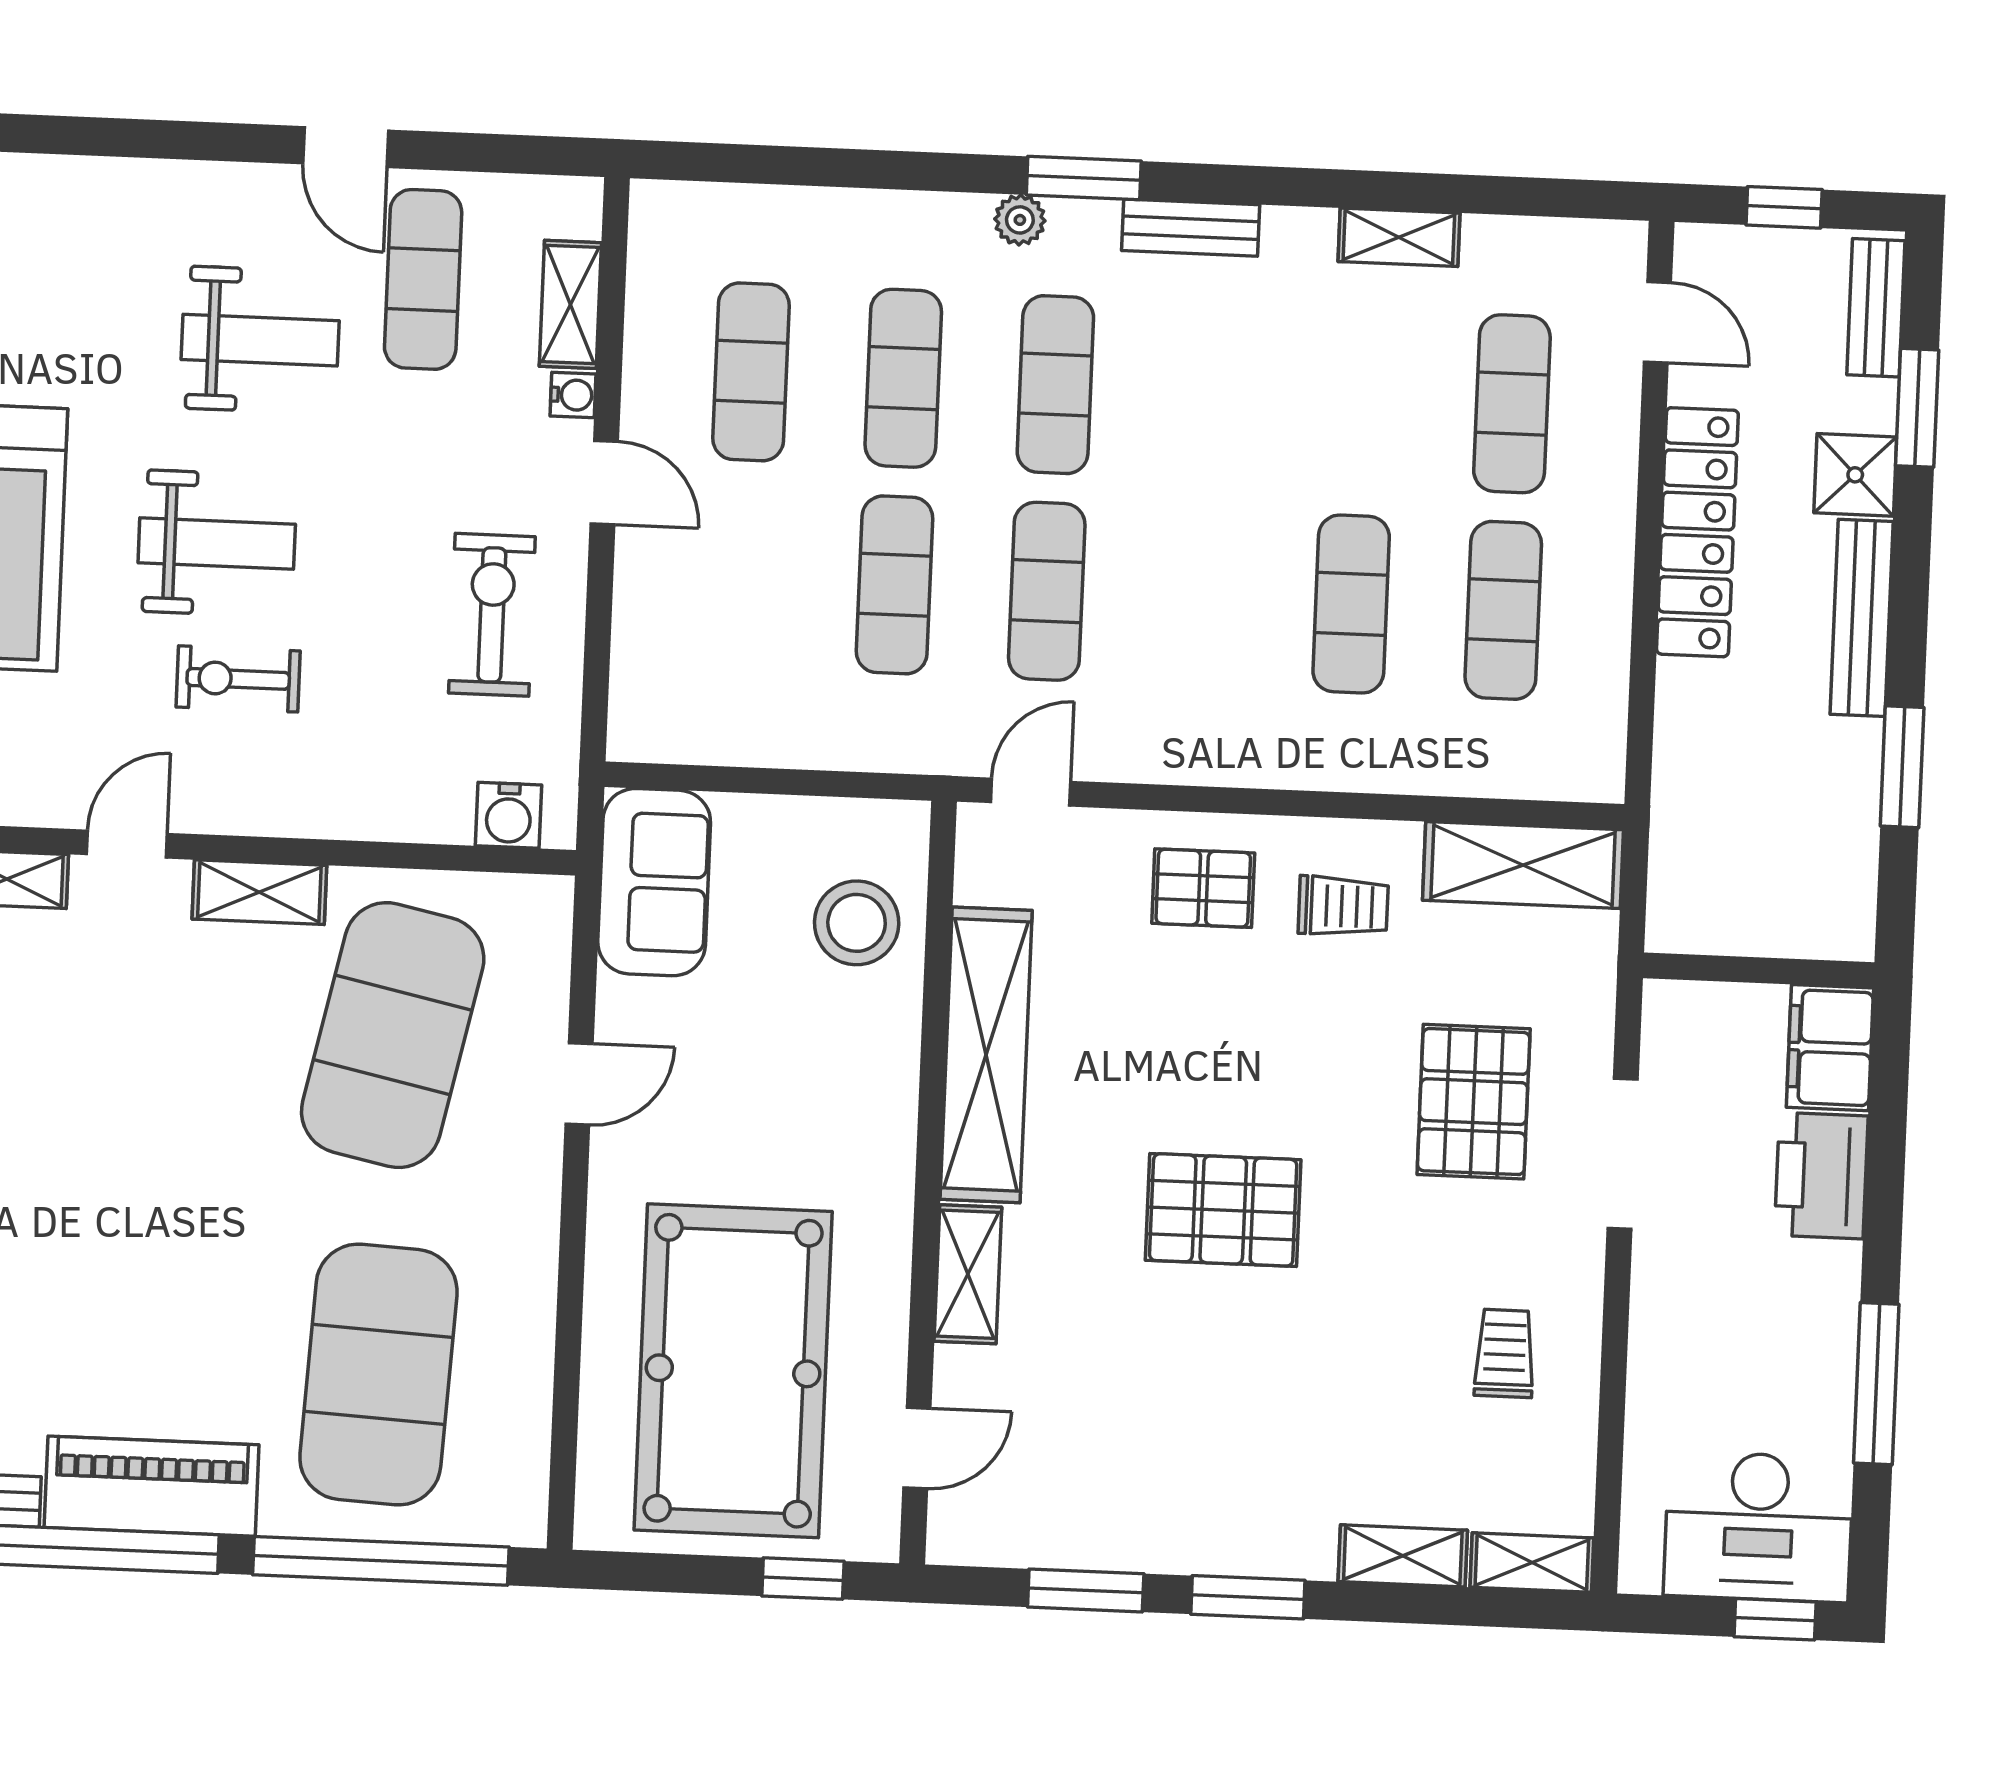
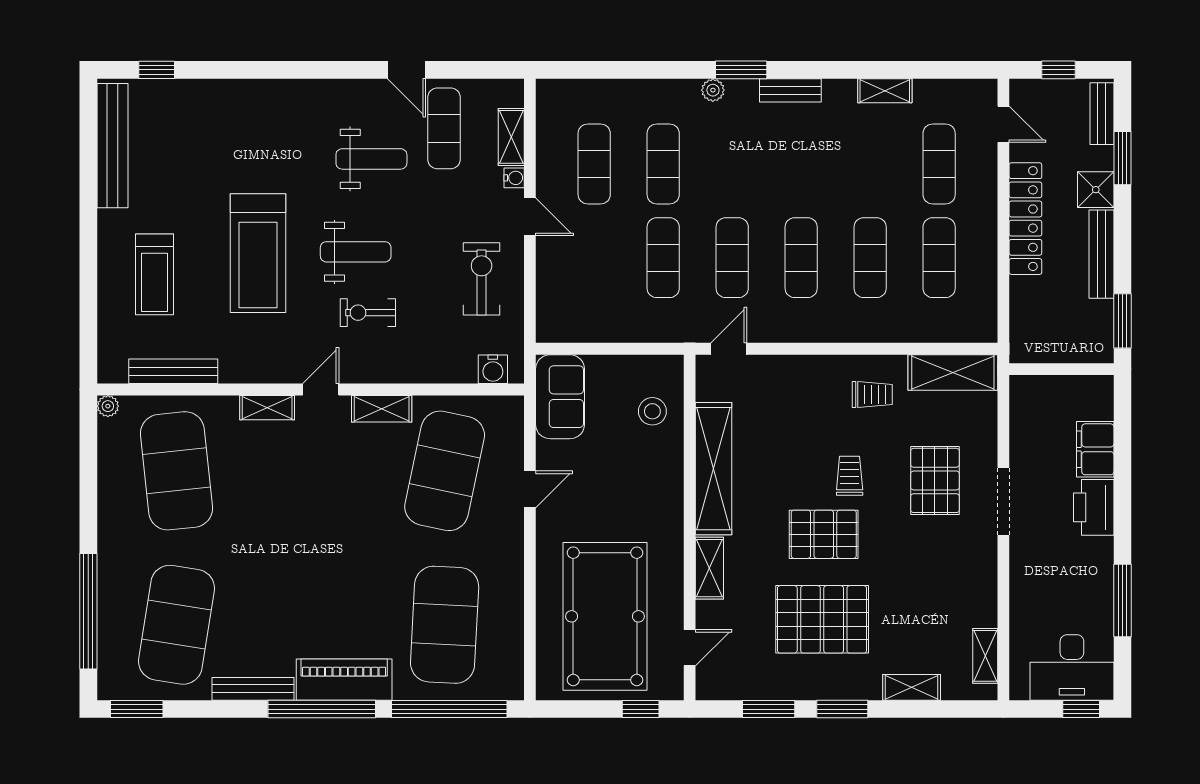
exercise mat: (1055, 385) -> (801, 258), moved
pallet: (1203, 888) -> (822, 619), moved, width x2.05, depth x2.00
stool: (857, 923) -> (652, 411), width x0.73, depth x0.73
wall: (1759, 970) -> (1061, 369), moved
trolley: (1505, 1353) -> (850, 476), moved
shelving: (1532, 1563) -> (985, 656), moved, turned 90

